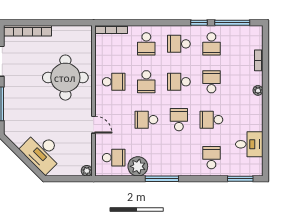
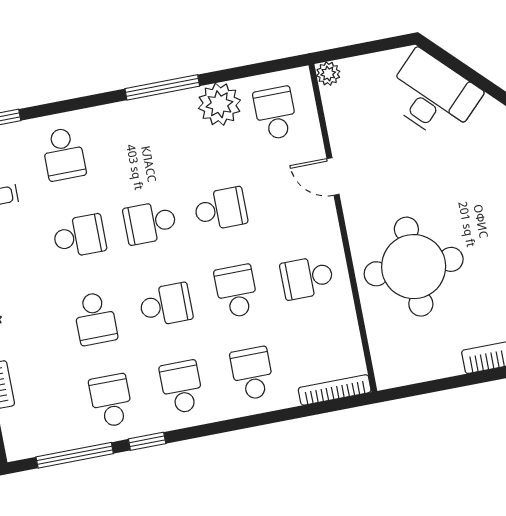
school desk: (179, 44) -> (182, 387), turned -90
school desk: (179, 120) -> (150, 223), turned 90
school desk: (114, 158) -> (275, 113), turned 90

